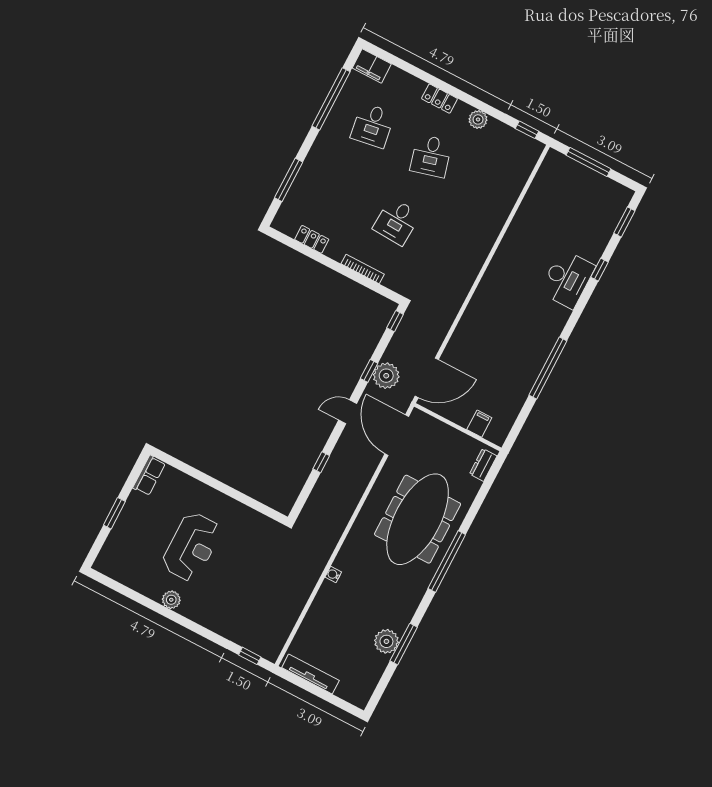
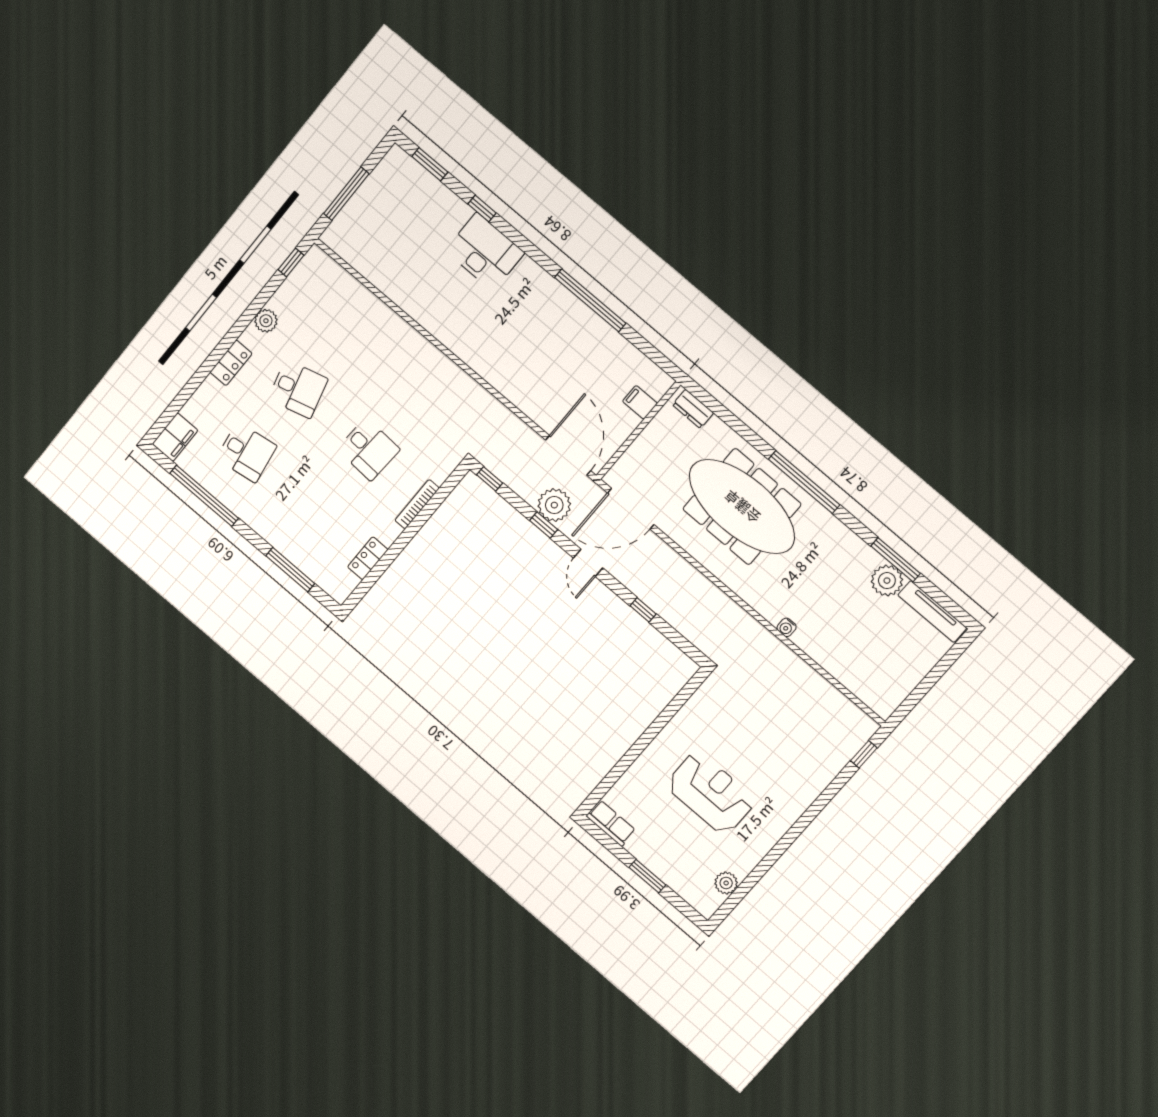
plant: (171, 600) -> (726, 883), moved
tv unit: (310, 674) -> (932, 612), moved, turned -90

